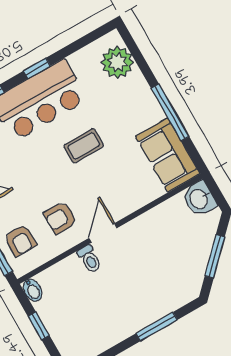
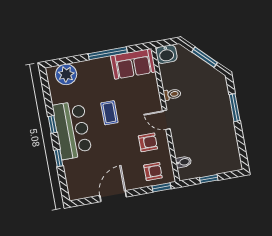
armchair: (60, 218) -> (148, 142), turned -90
toilet: (89, 259) -> (172, 94), moved
bidet: (33, 290) -> (183, 162), moved

